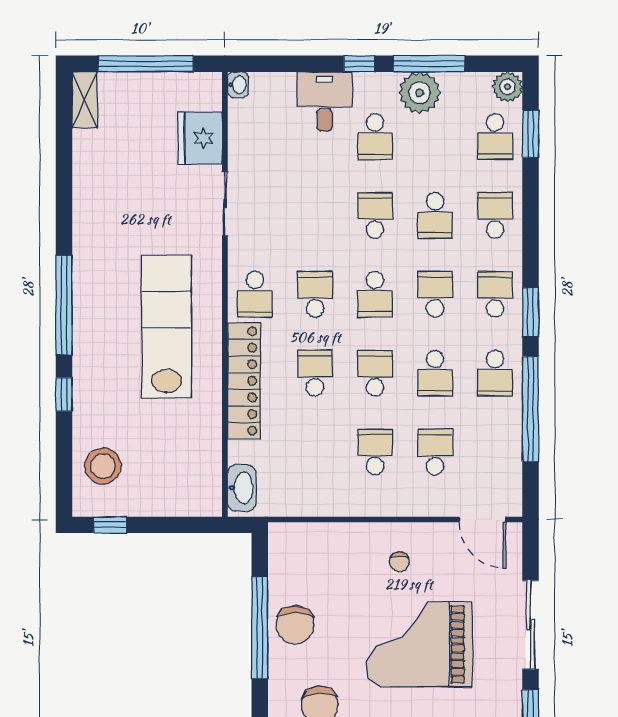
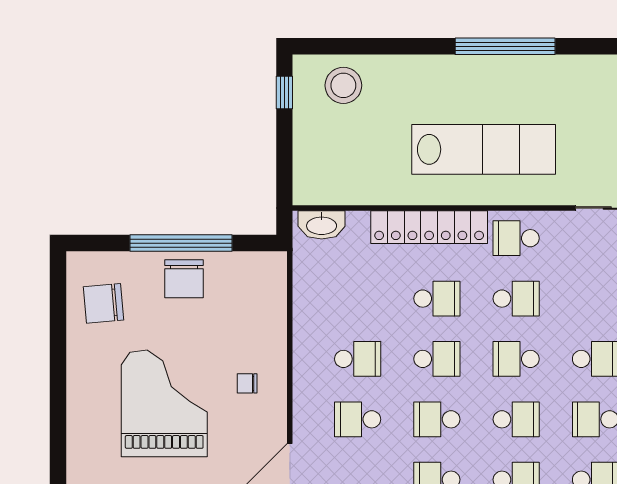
window: (64, 394) -> (416, 46), removed
school desk: (435, 452) -> (358, 419), turned 180
chair: (295, 625) -> (184, 279), turned -90

